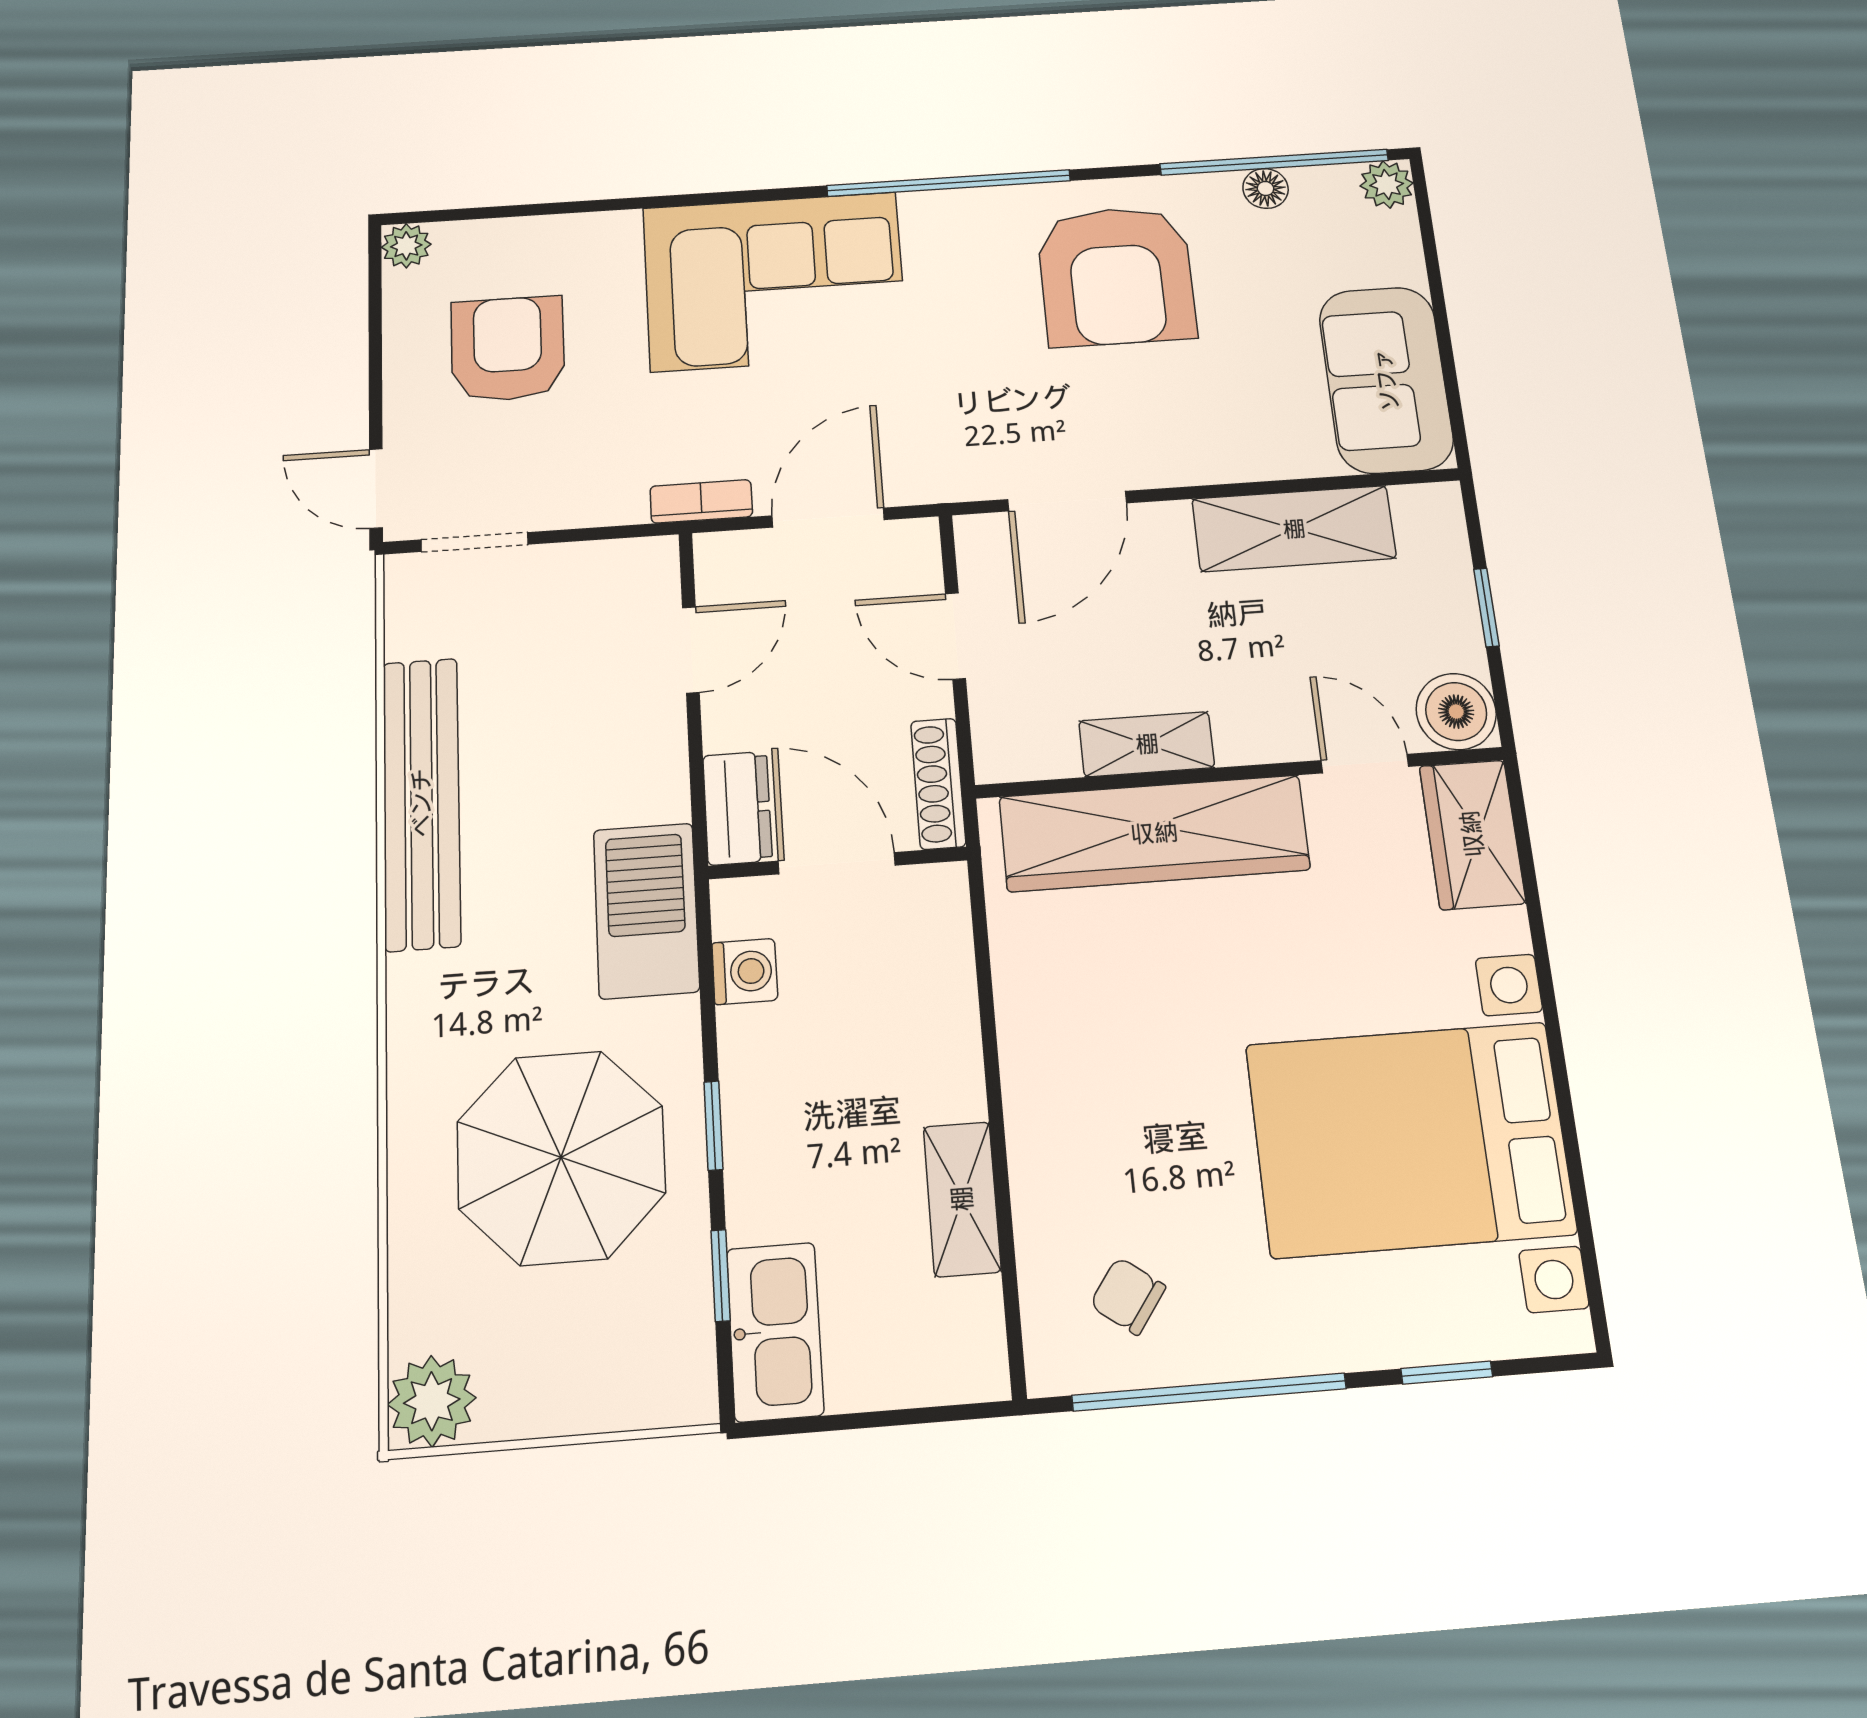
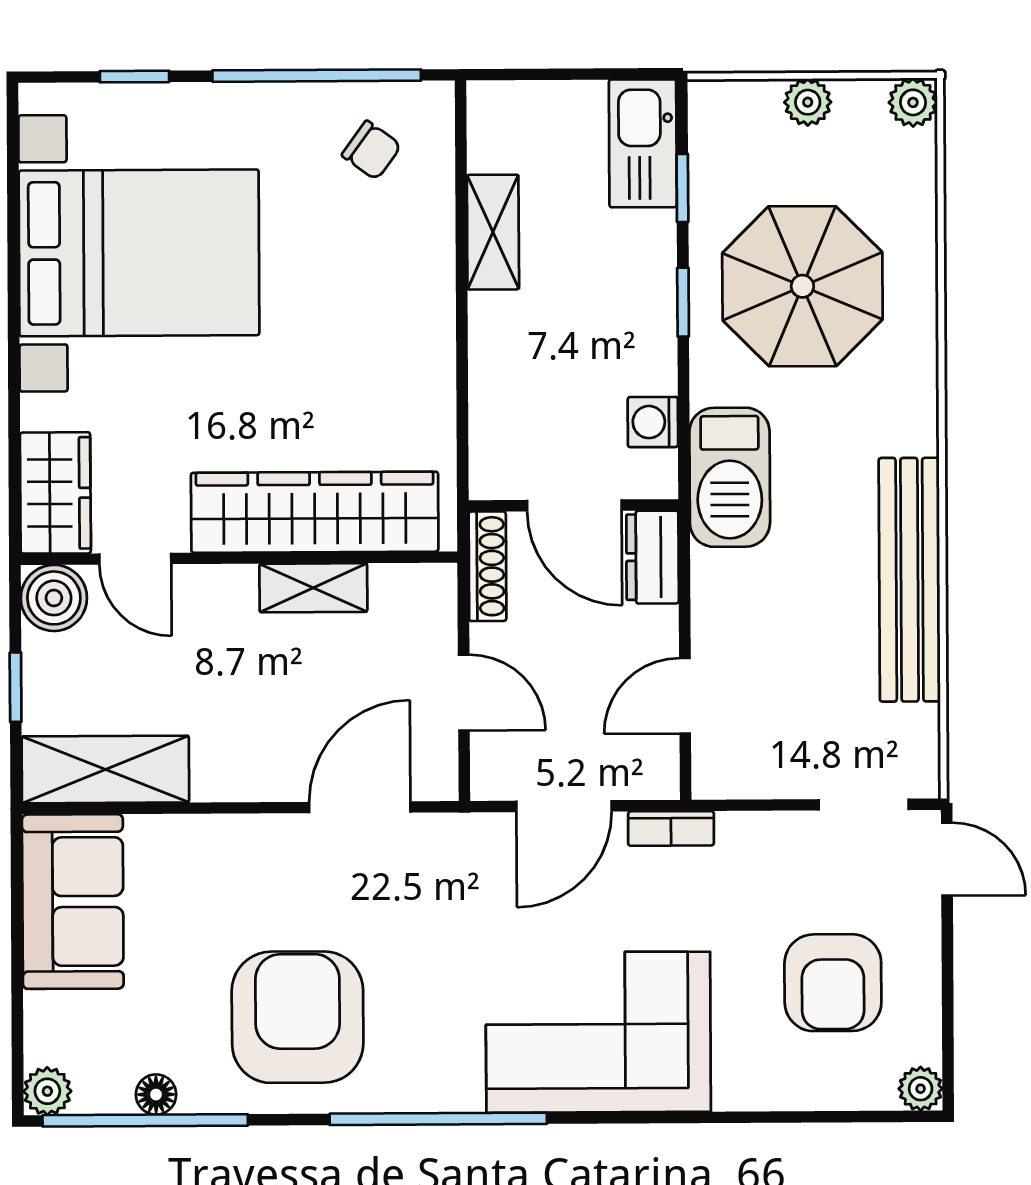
shelving: (1294, 529) -> (105, 769), moved
plant: (432, 1401) -> (913, 102), width x0.73, depth x0.73
plant: (560, 1404) -> (808, 102), added

